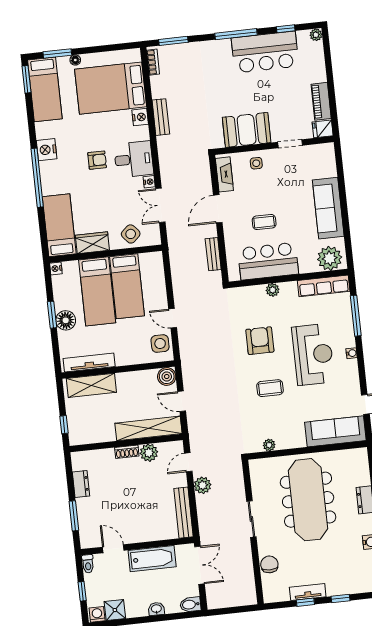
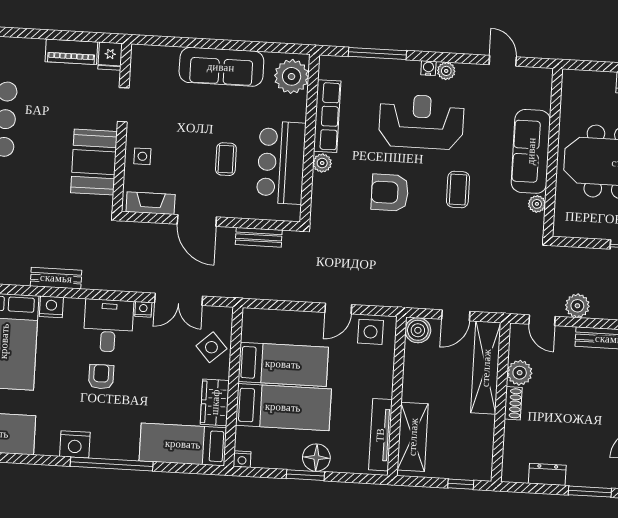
row of seats: (324, 286) -> (327, 116), moved
plant: (352, 366) -> (446, 71), added
sofa: (335, 431) -> (531, 151), moved

